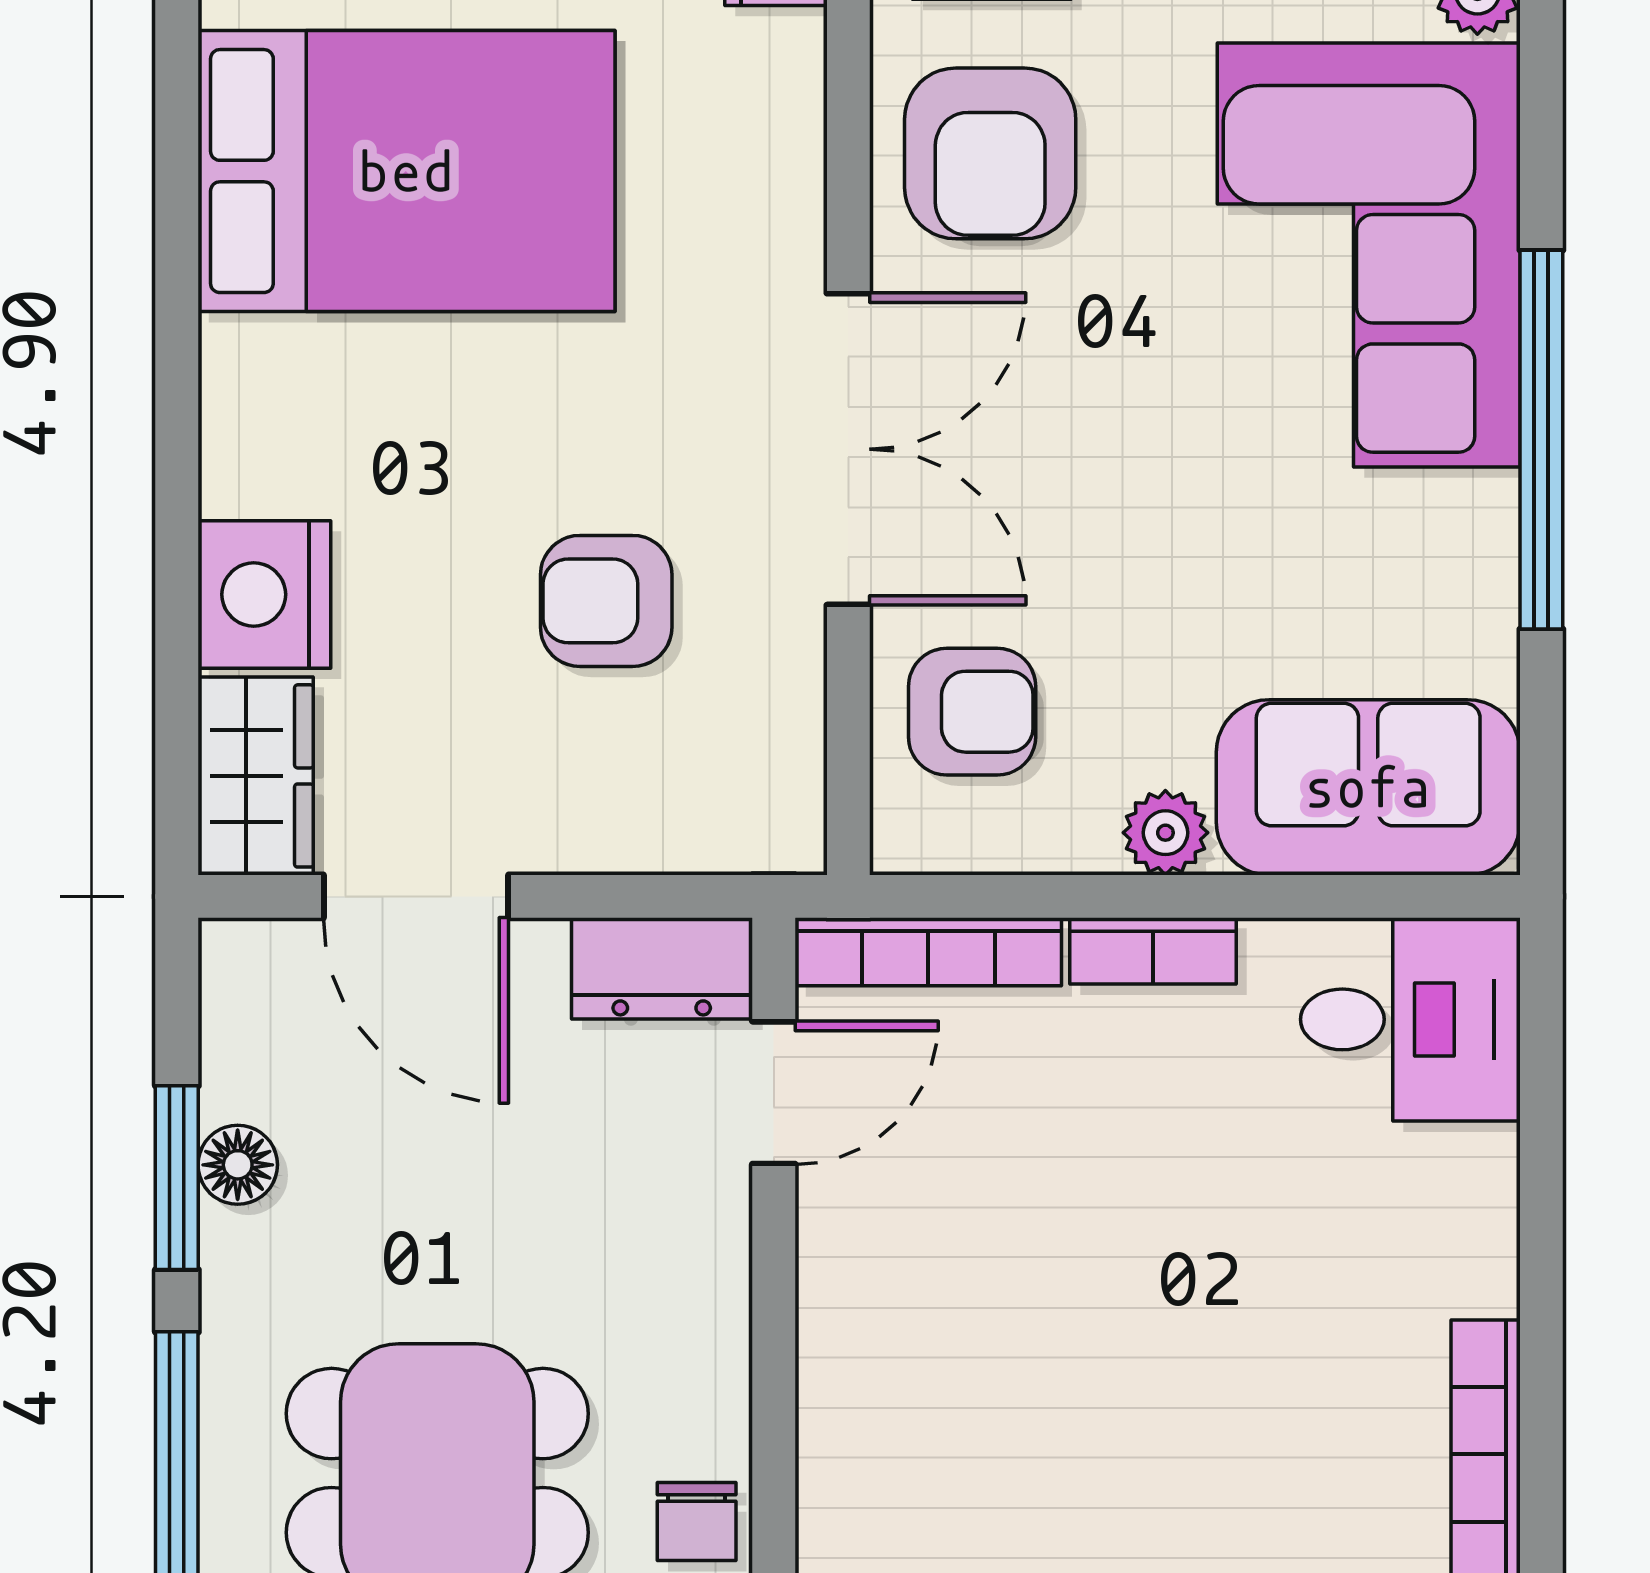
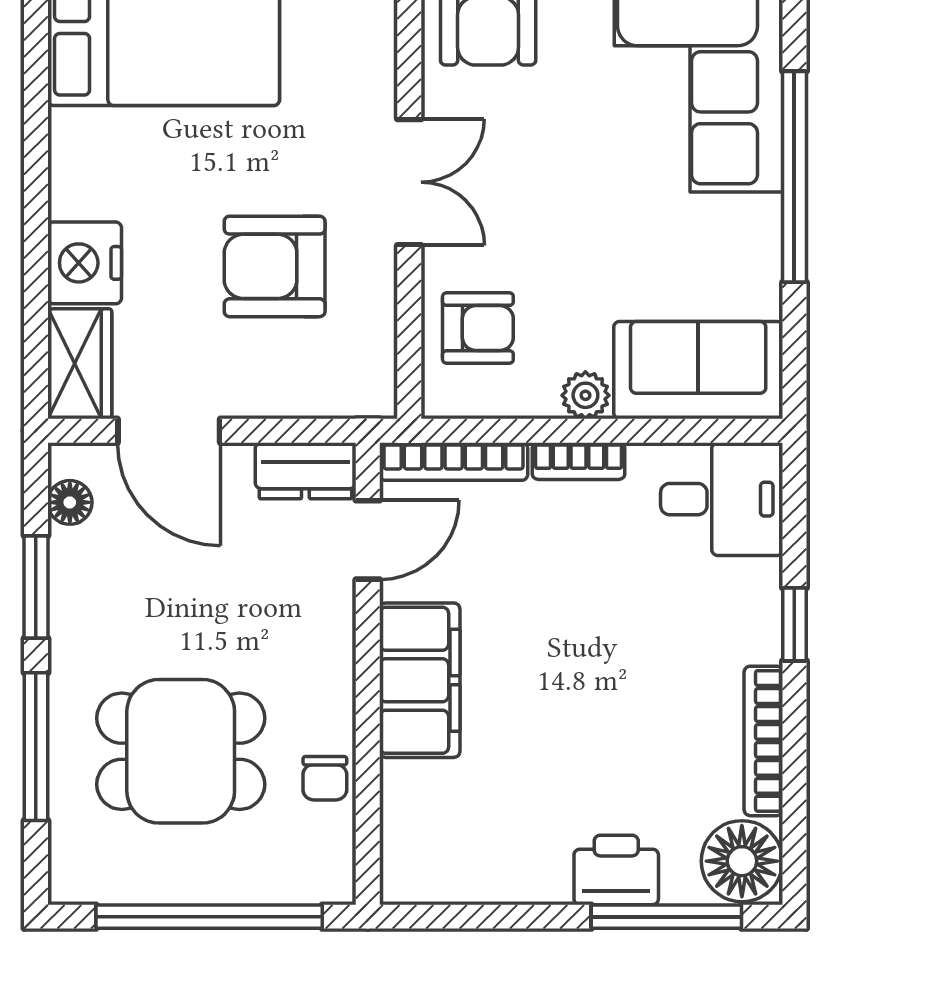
double door: (848, 449) -> (409, 182), width x0.73
armchair: (606, 601) -> (275, 266), width x1.38, depth x1.38
floor lamp: (238, 1165) -> (70, 502), moved
window: (1541, 1245) -> (794, 624), added
filing cabinet: (867, 1345) -> (420, 680), added

